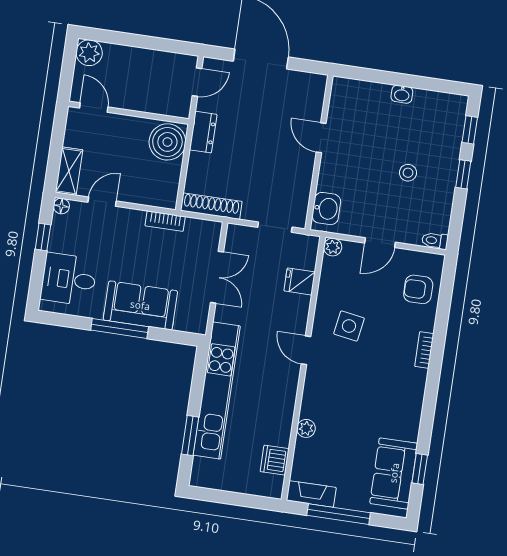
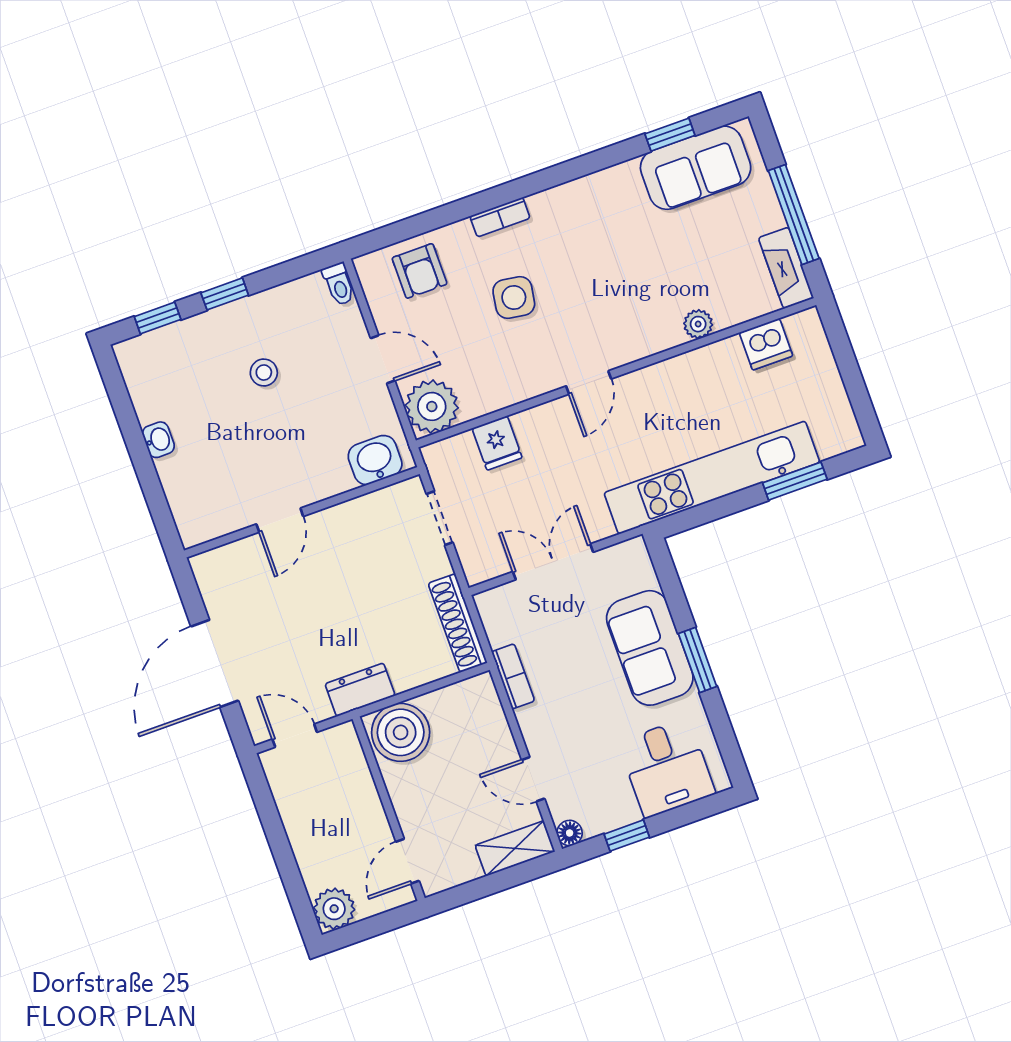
plant: (333, 247) -> (432, 406), width x1.87, depth x1.87
side table: (349, 326) -> (514, 297), moved
window: (120, 328) -> (698, 660), width x0.69

